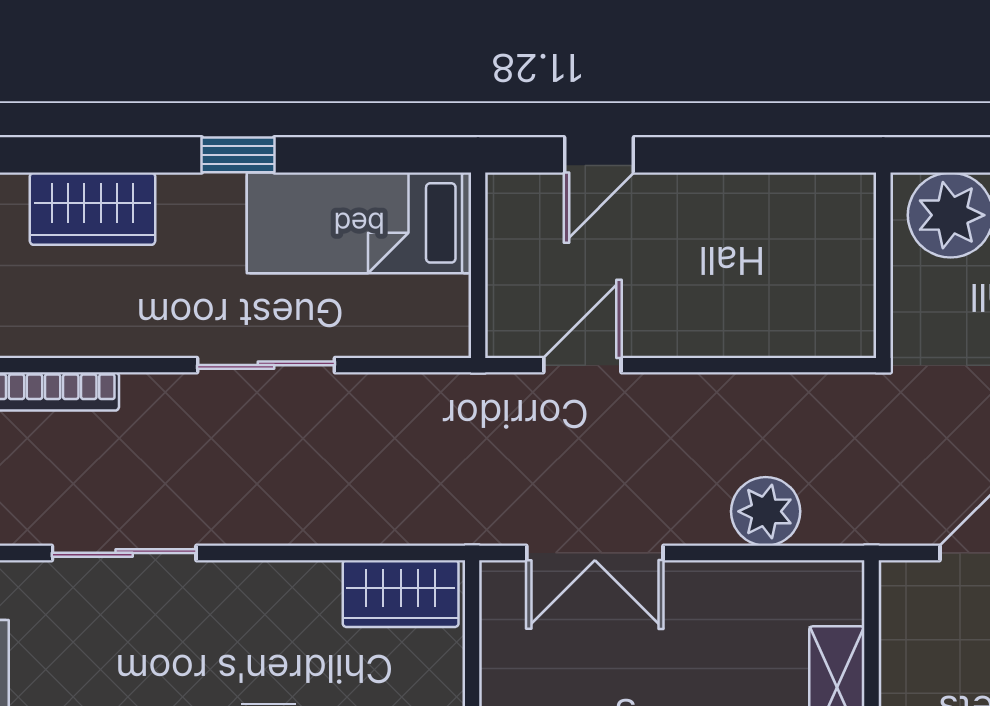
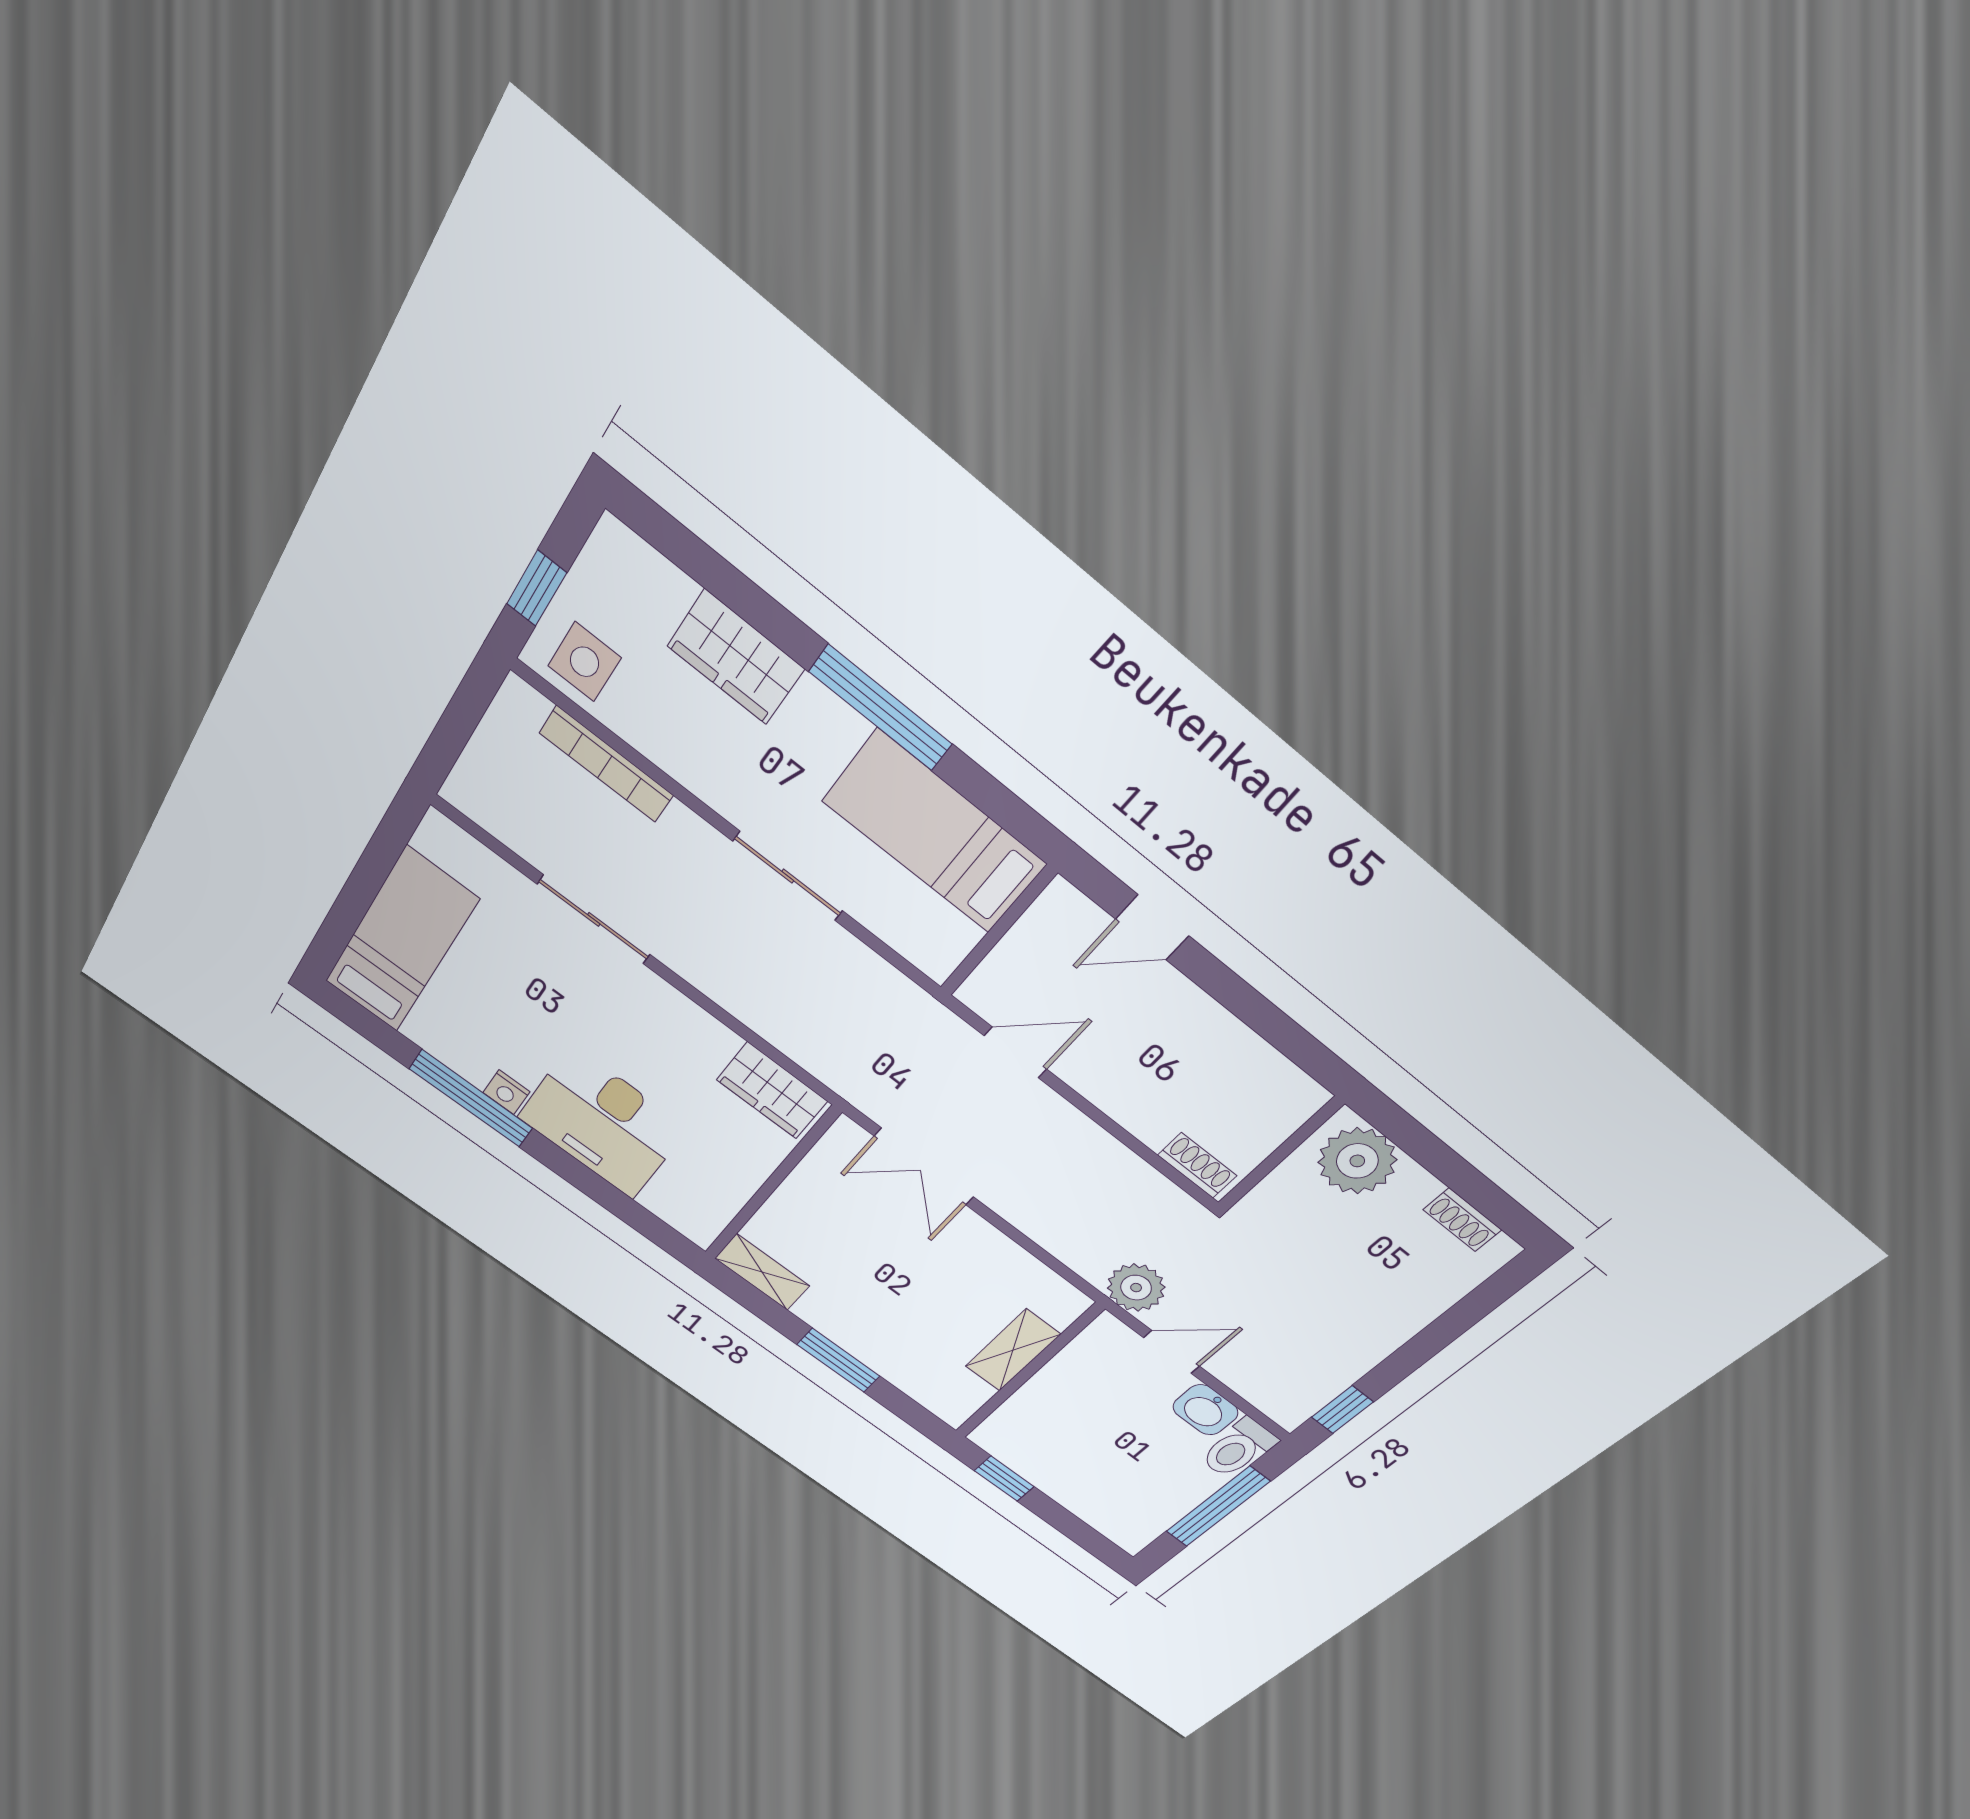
window: (238, 155) -> (881, 708), width x2.17
shoe rack: (826, 338) -> (1197, 1165), added
plant: (766, 511) -> (1136, 1288), moved

